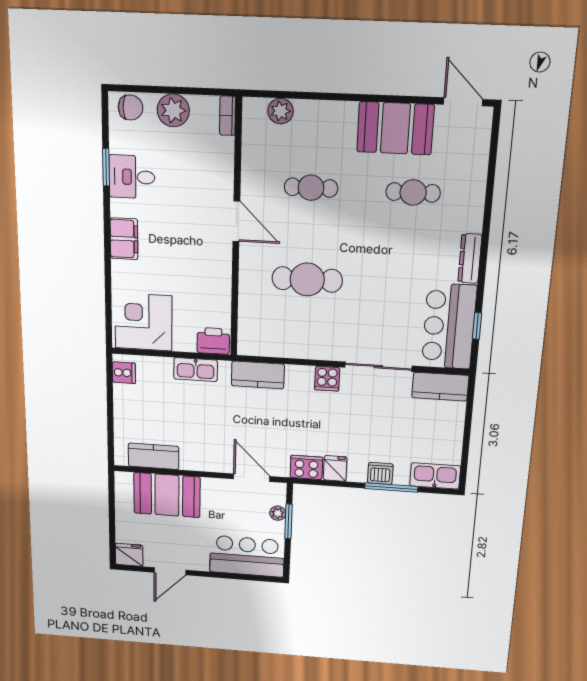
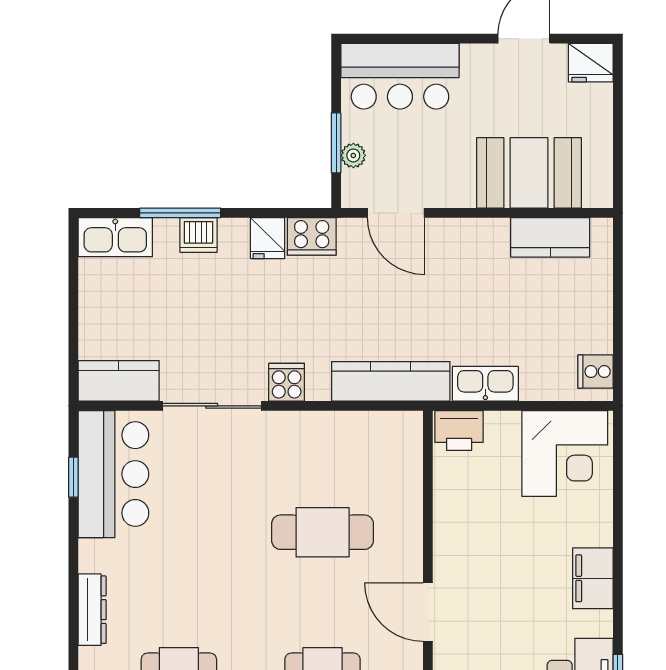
dresser: (470, 258) -> (92, 610), moved
kitchen counter: (258, 375) -> (391, 381), width x1.50

